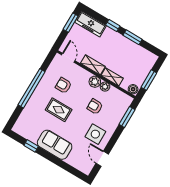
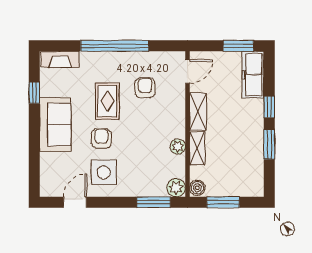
plant: (95, 82) -> (176, 188), moved
armchair: (95, 107) -> (101, 138), moved
fireplace: (22, 122) -> (60, 59), added

